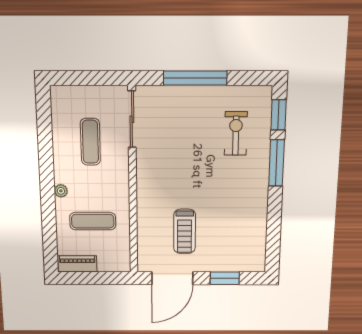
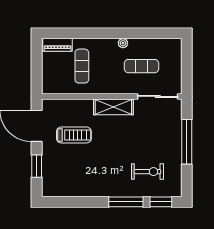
shelving: (147, 180) -> (113, 107), added
plant: (61, 191) -> (123, 43), moved
treadmill: (185, 231) -> (74, 135), turned 180
piano: (77, 264) -> (58, 45), moved, turned 90

